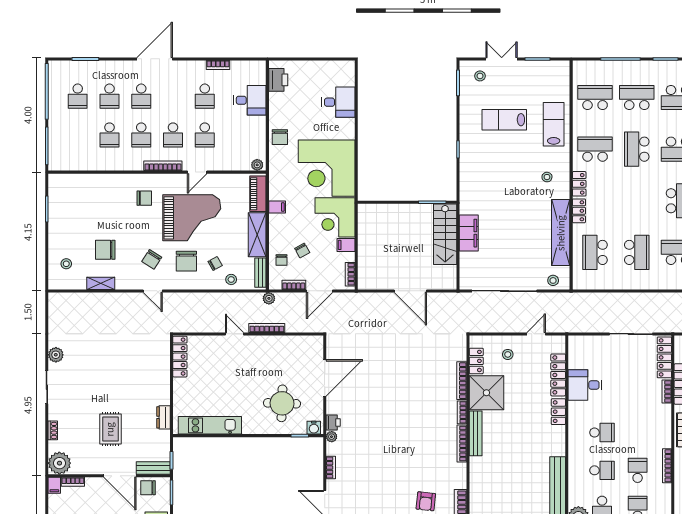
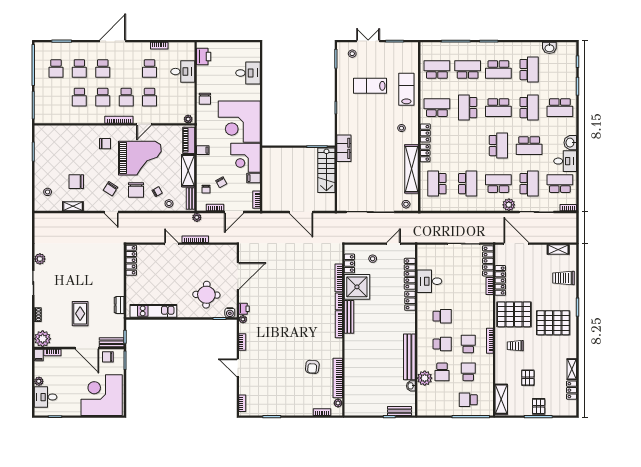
filing cabinet: (469, 233) -> (344, 148), moved

